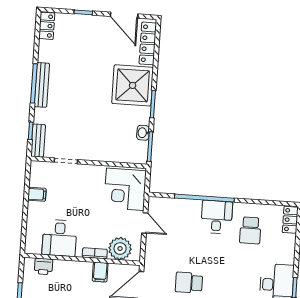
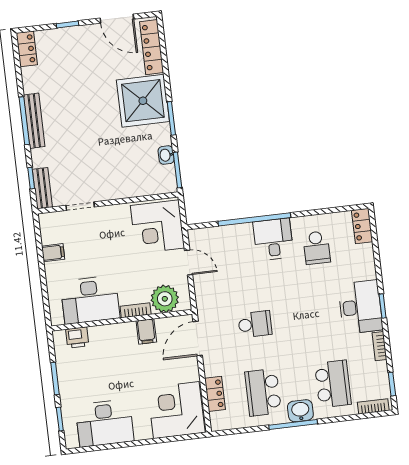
desk: (60, 238) -> (90, 300), width x1.37
school desk: (189, 283) -> (255, 324), turned 180

